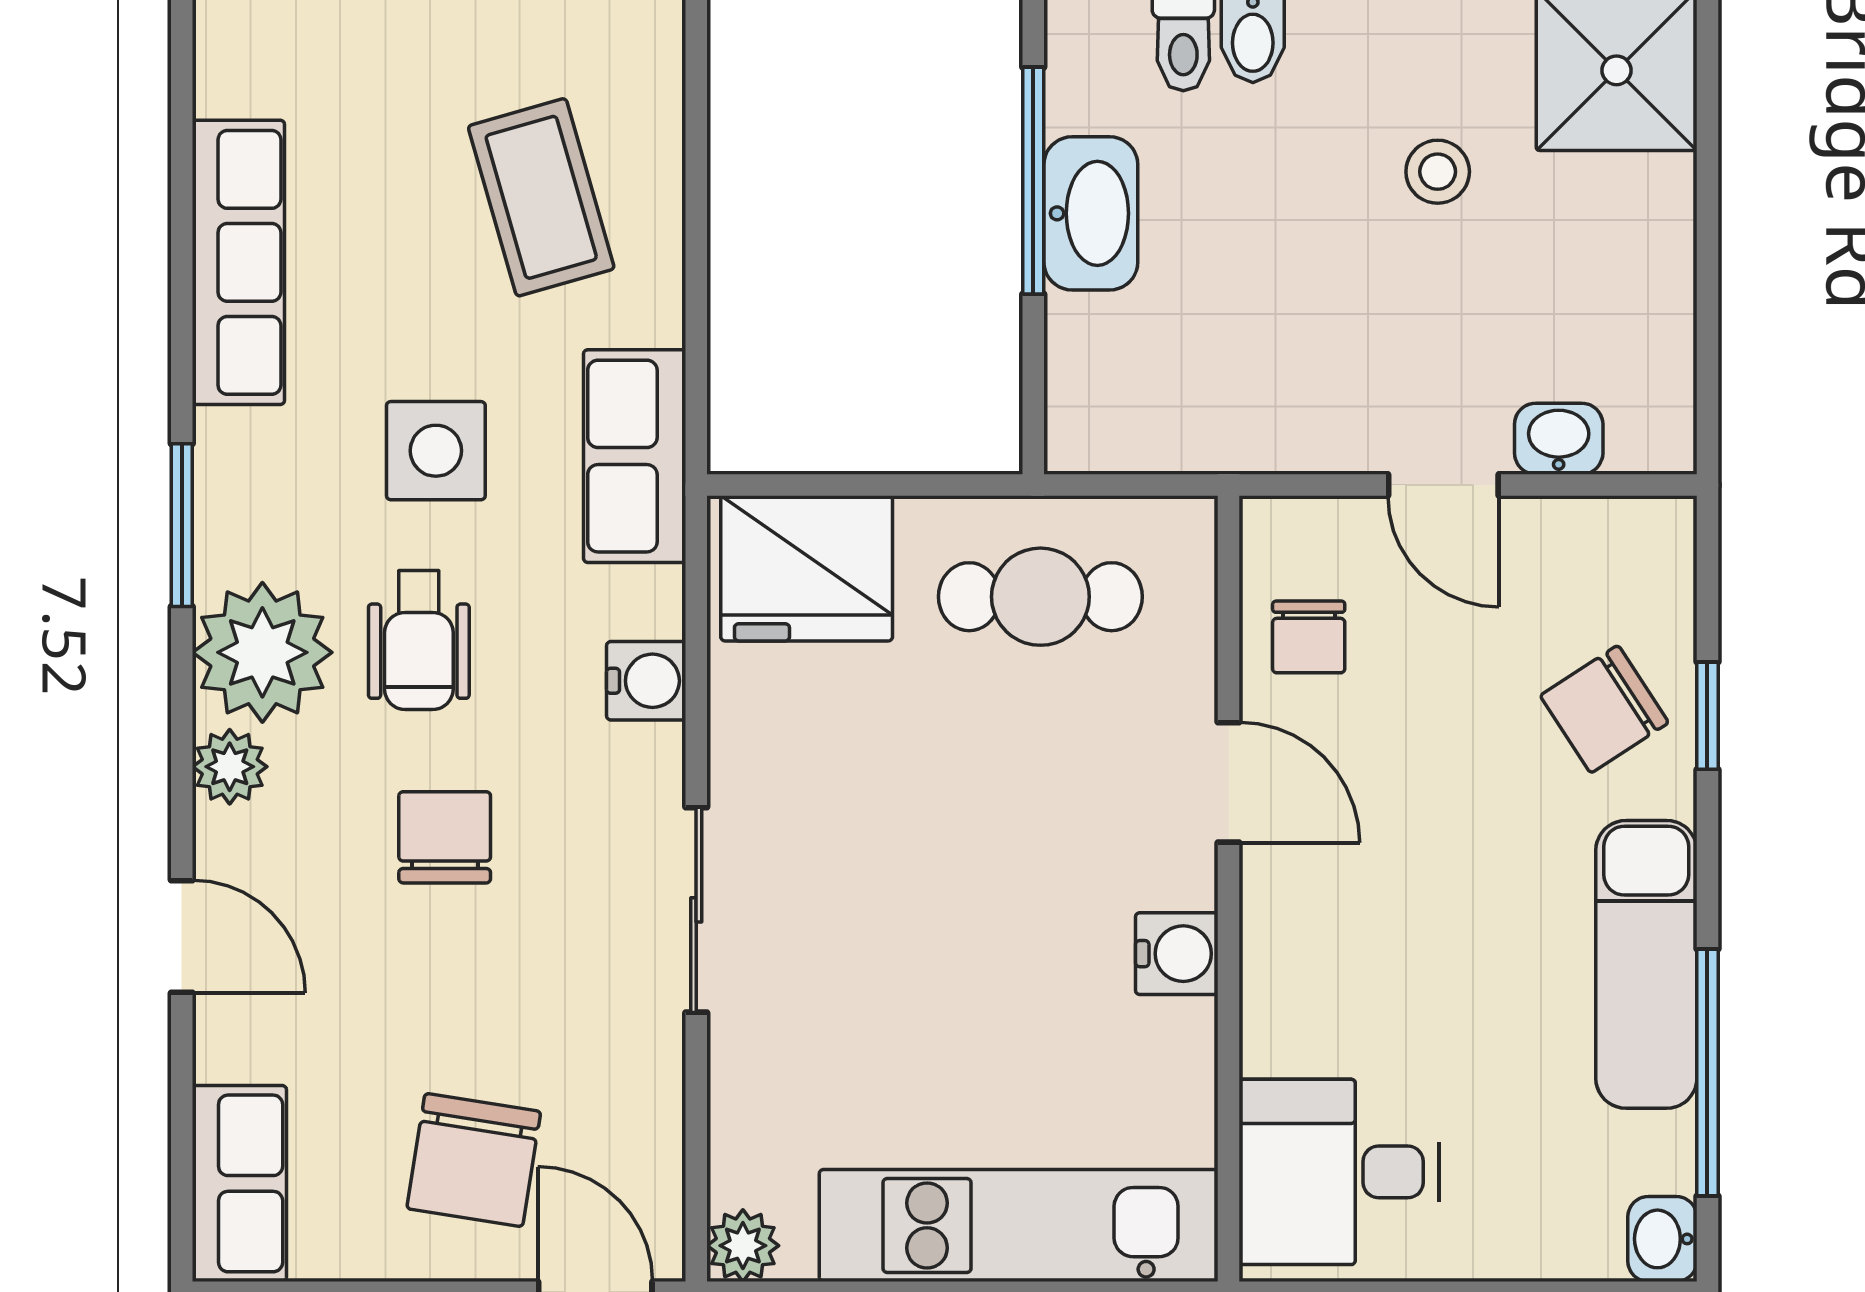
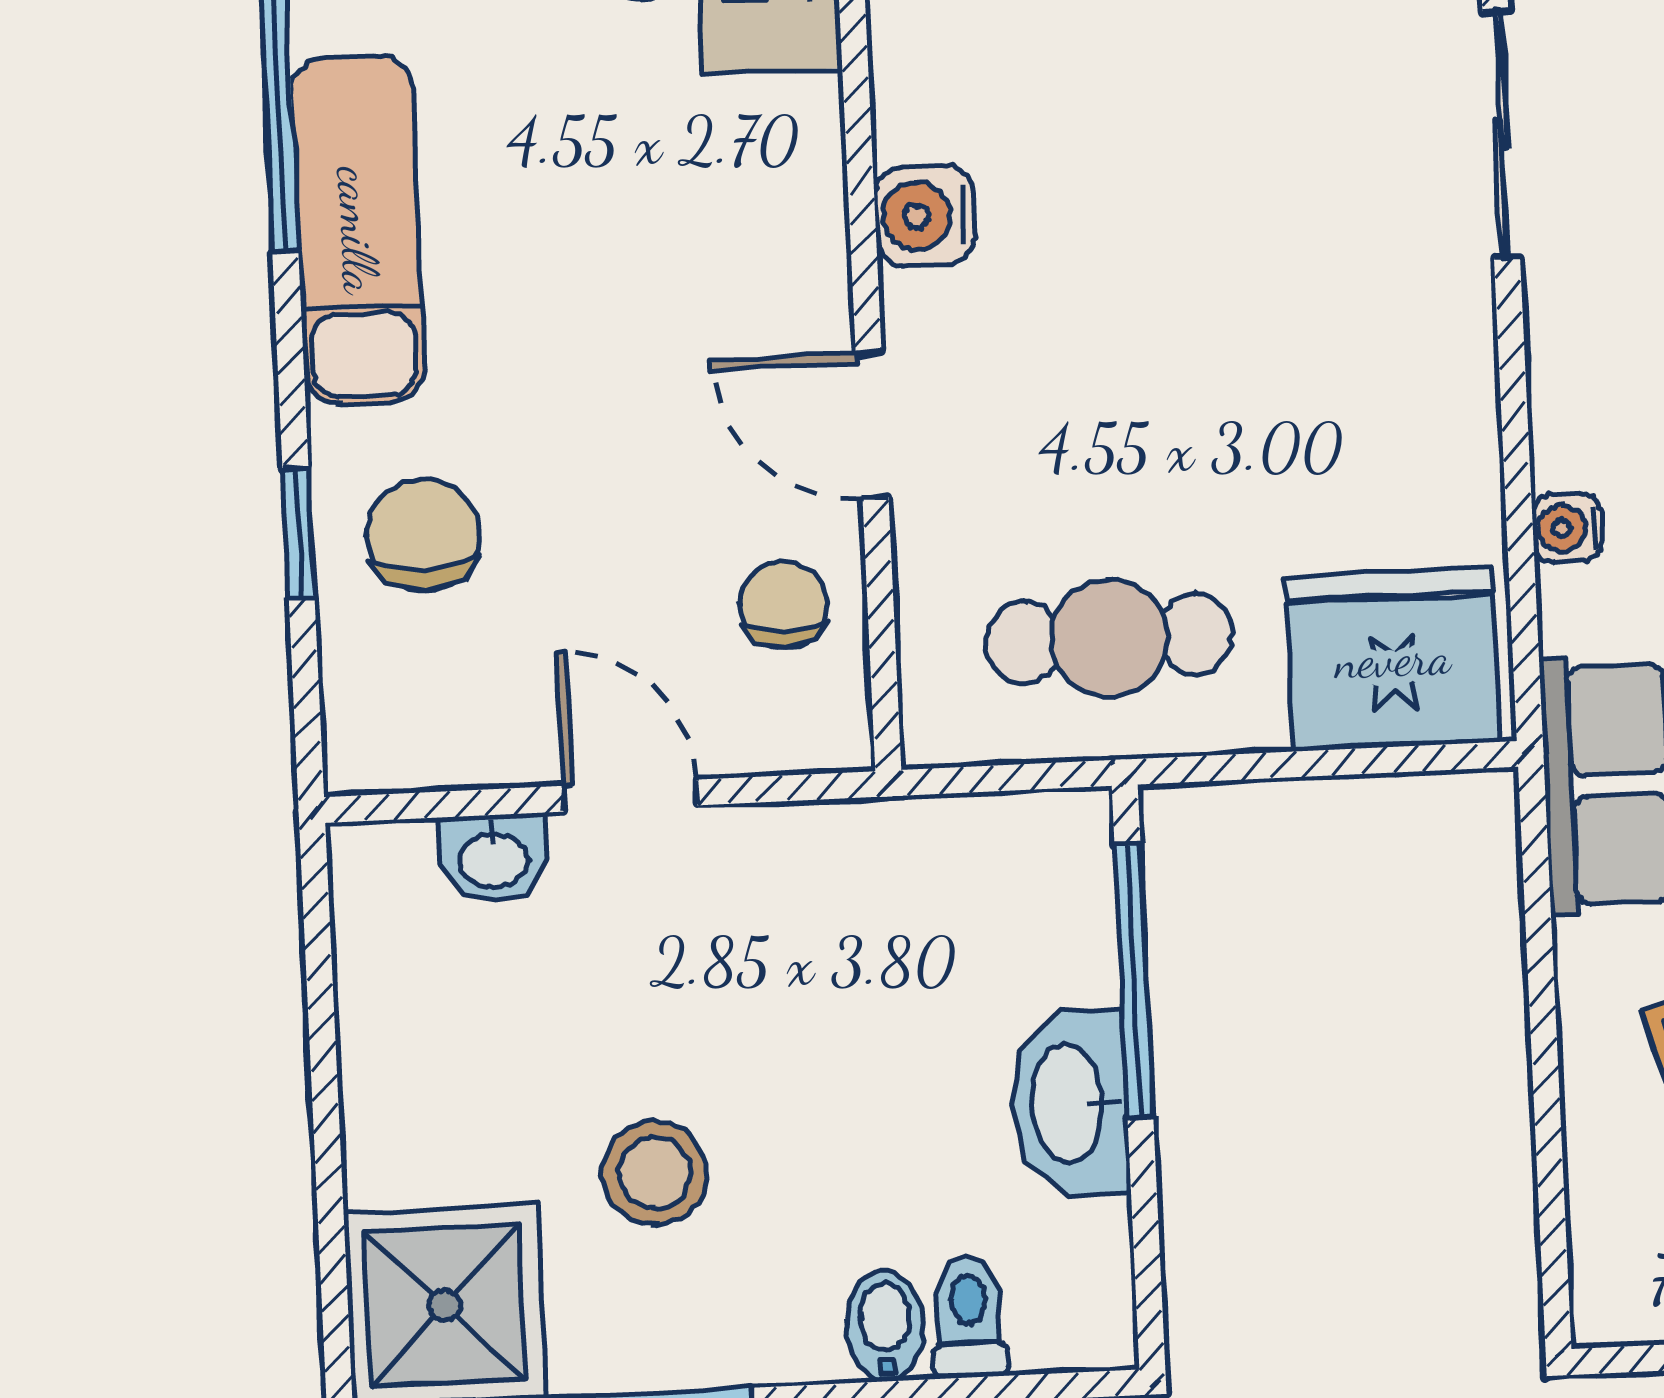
stool: (1438, 172) -> (655, 1173), width x1.37, depth x1.37
window: (1033, 181) -> (1134, 981), moved
water cooler: (646, 681) -> (1567, 528), width x0.72, depth x0.72
chair: (1604, 709) -> (423, 535), turned -57
sliding door: (696, 910) -> (1501, 134), moved

